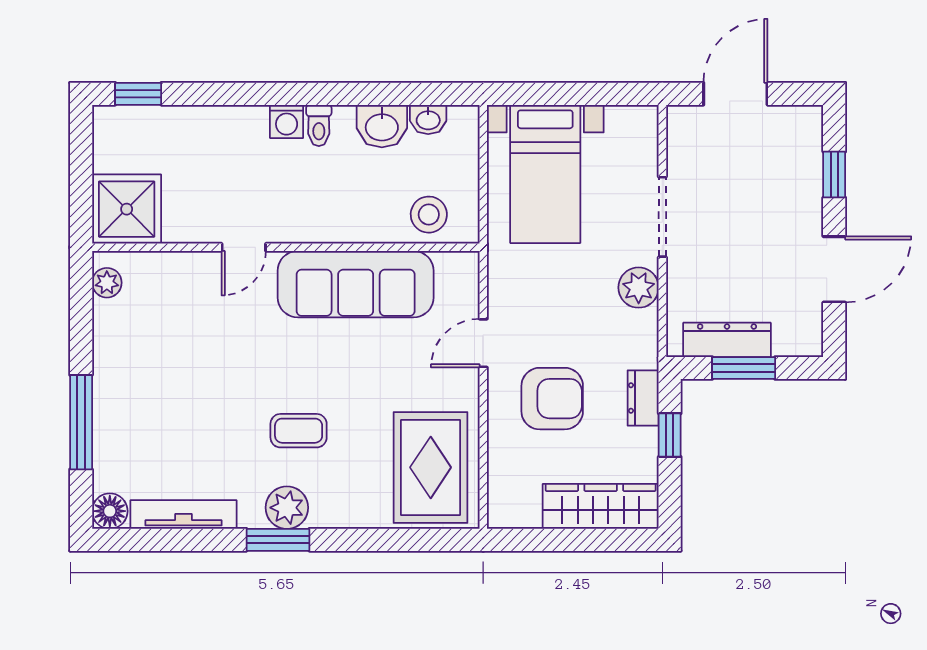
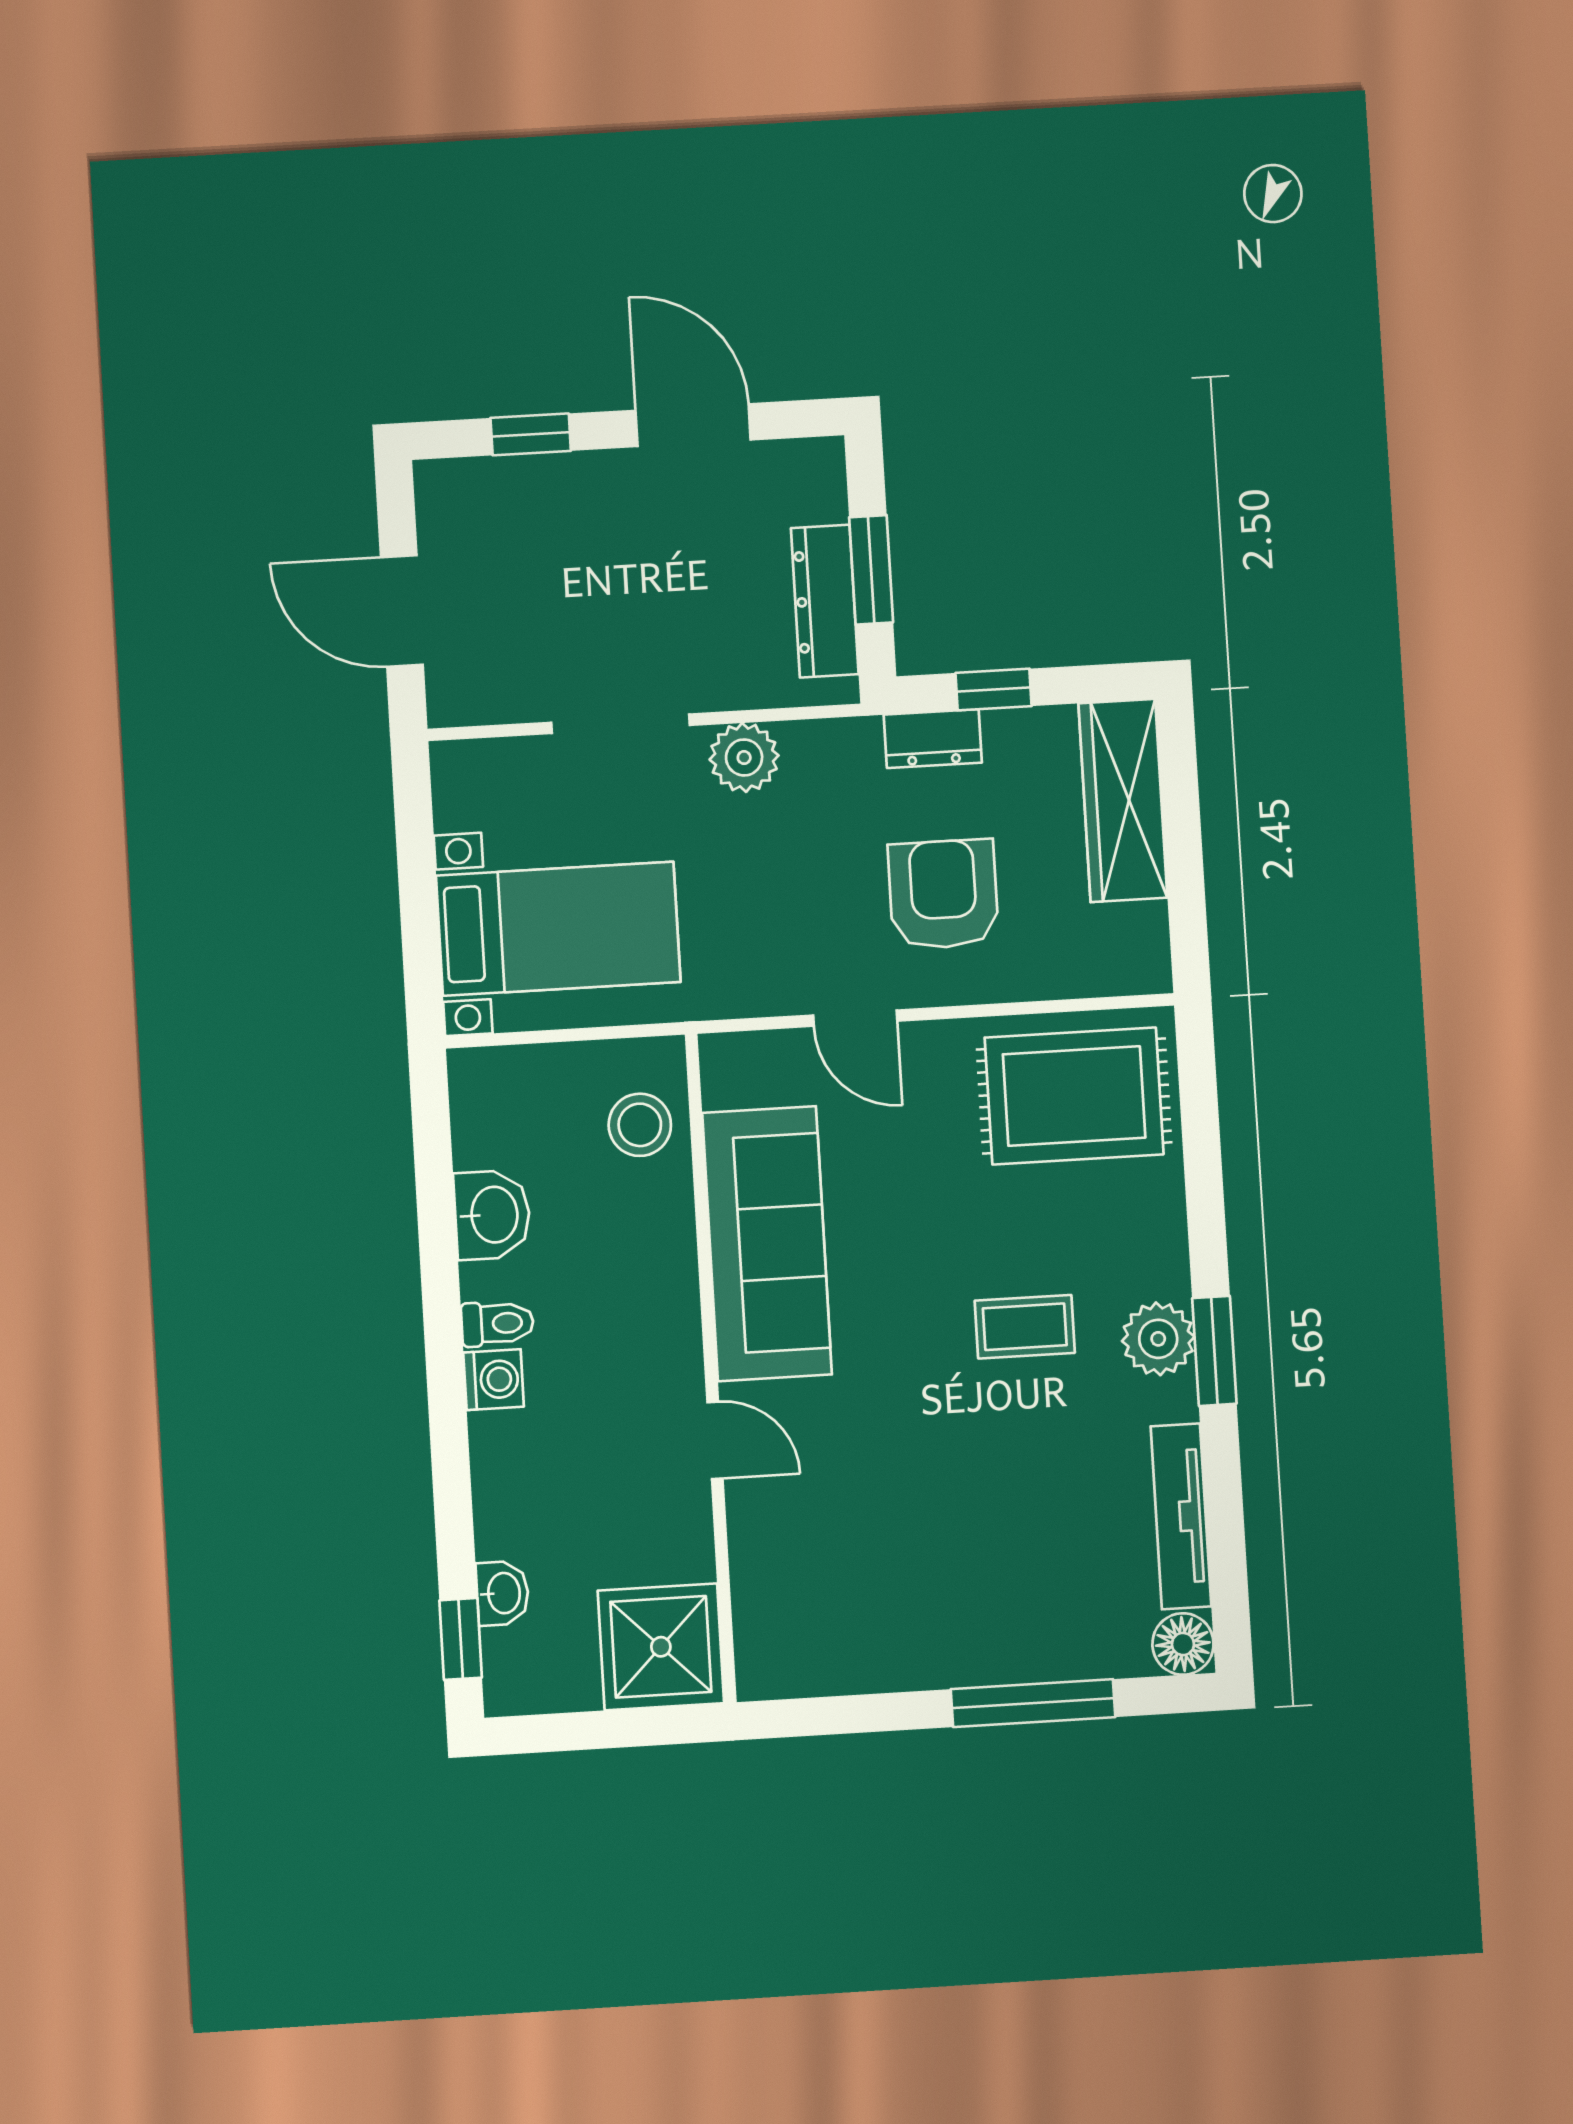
washbasin: (428, 119) -> (502, 1593), moved
plant: (107, 283) -> (790, 1673), removed
coffee table: (299, 431) -> (1025, 1327), turned 90

